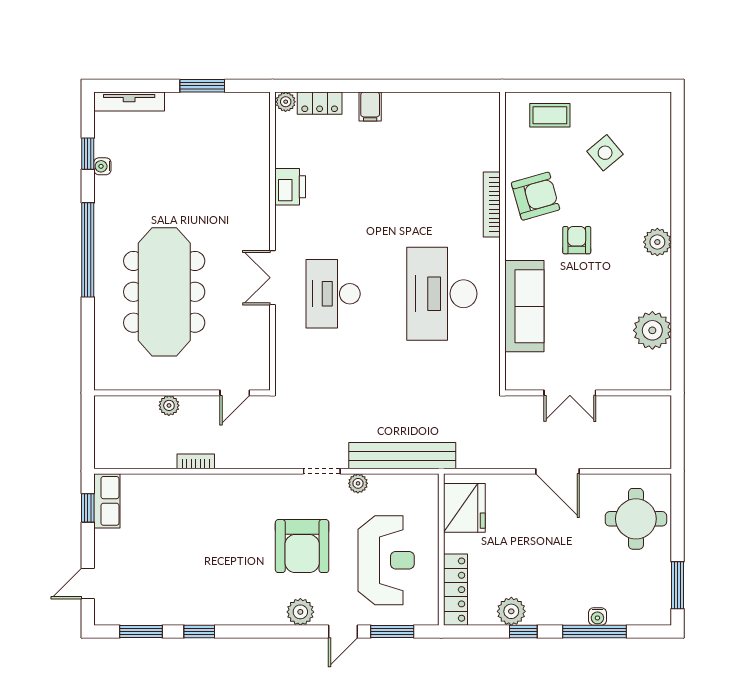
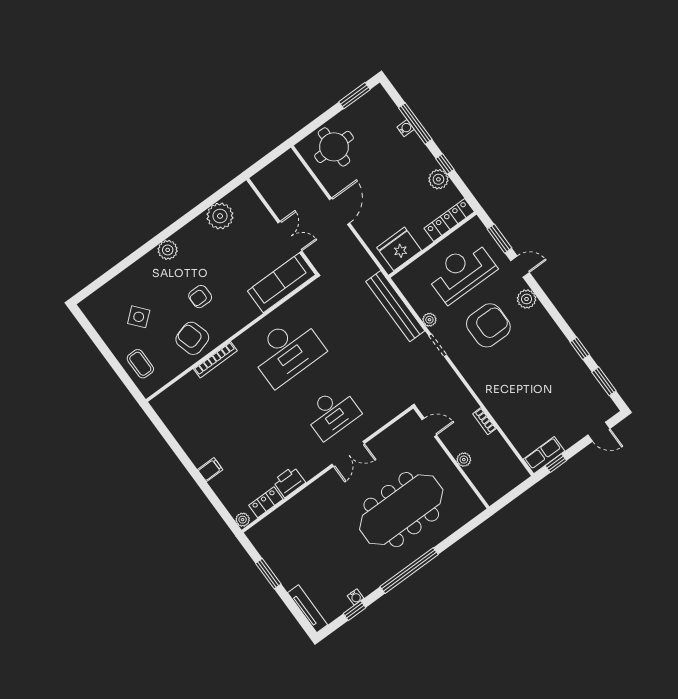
locker: (320, 103) -> (266, 502), moved, turned -90
sofa: (524, 306) -> (281, 283), moved

